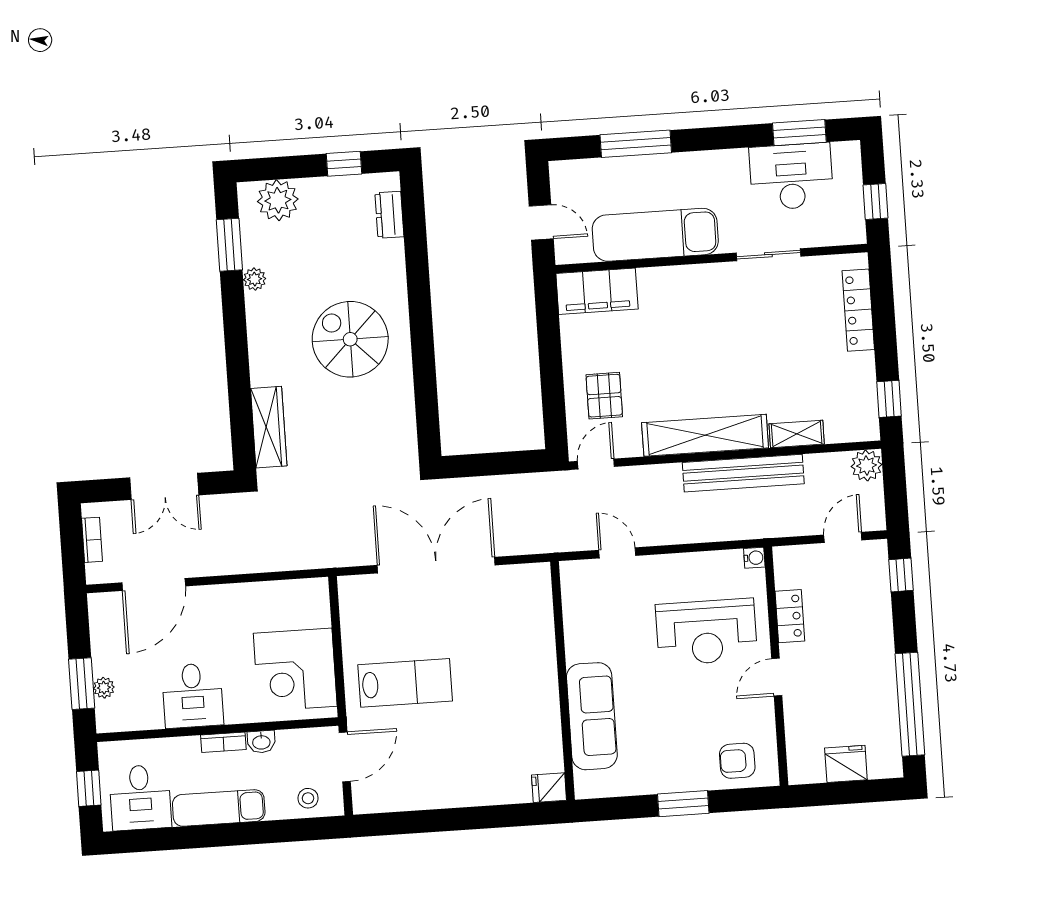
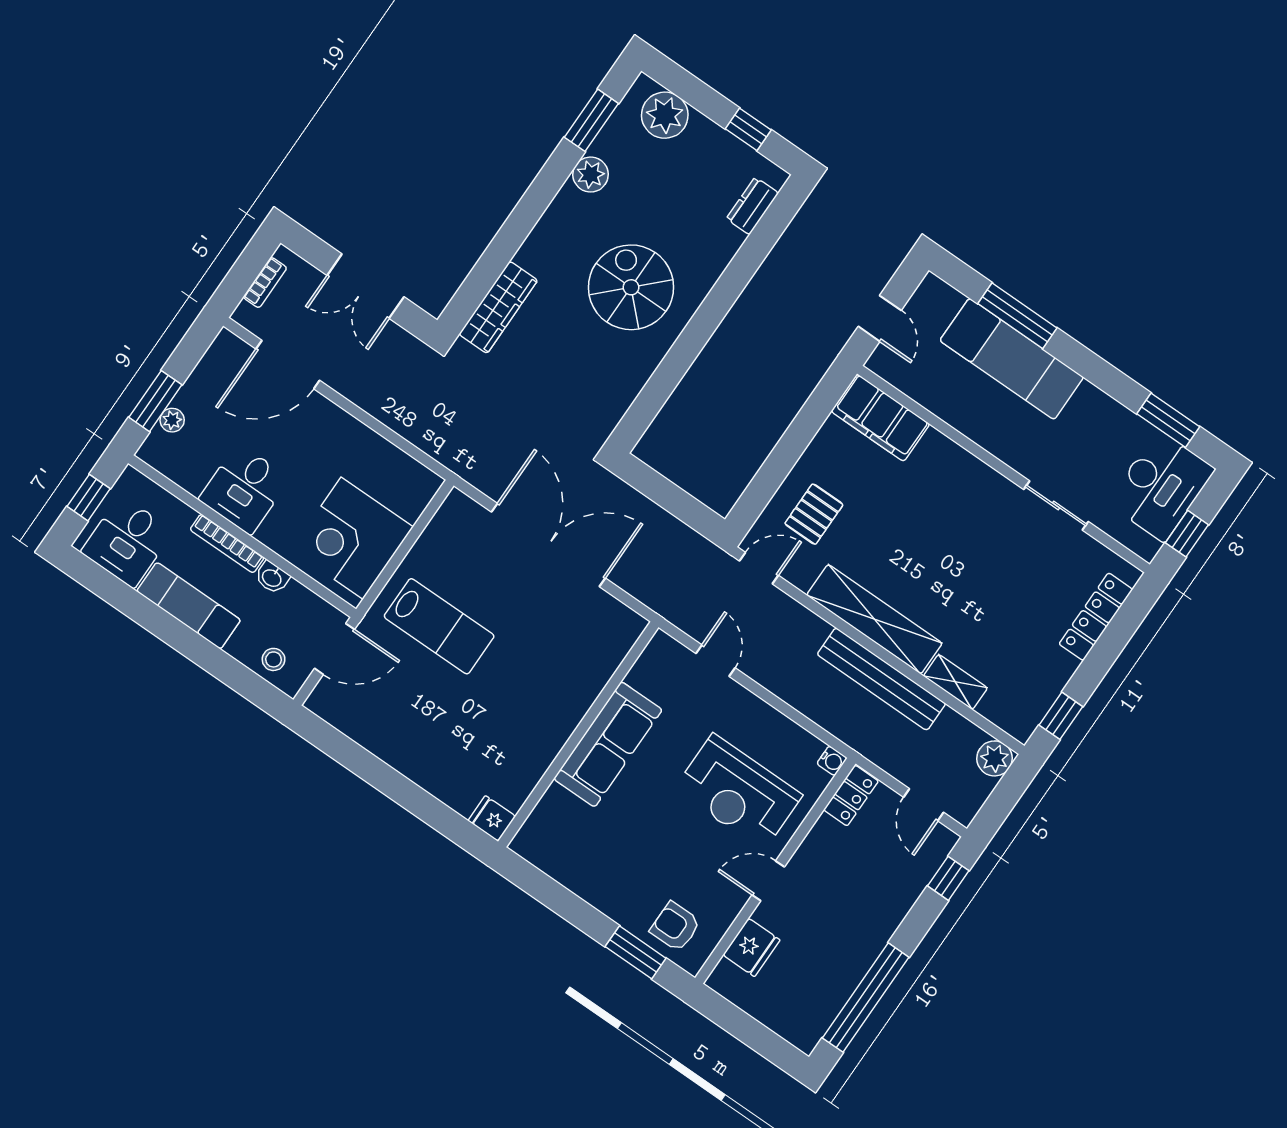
desk: (791, 177) -> (1161, 486), moved, turned 90
exam couch: (655, 235) -> (1012, 359), moved, turned 180
plant: (255, 279) -> (591, 175), width x1.38, depth x1.38
door: (843, 537) -> (924, 805), swing flipped
locker: (790, 616) -> (851, 795), moved
sofa: (592, 716) -> (608, 744), moved
bookcase: (223, 742) -> (227, 543), width x1.56
fridge: (846, 764) -> (752, 947), moved, turned 90
window: (683, 804) -> (636, 952), moved

